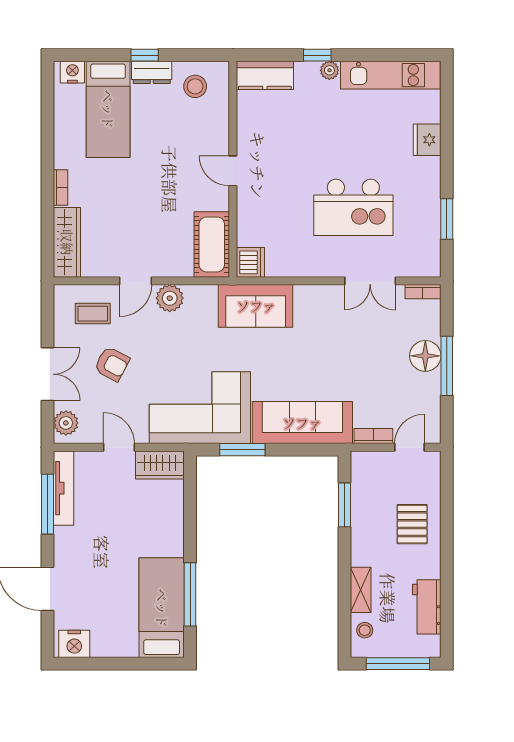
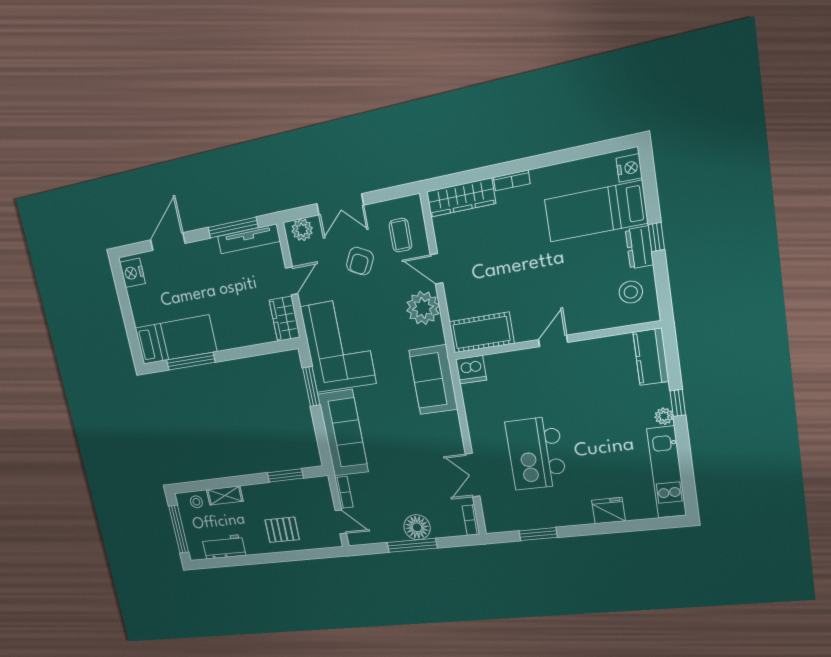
plant: (170, 298) -> (423, 308), width x1.36, depth x1.36

